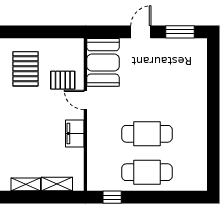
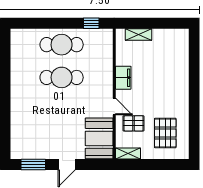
shelving: (26, 184) -> (128, 154), moved

